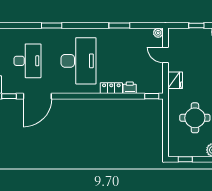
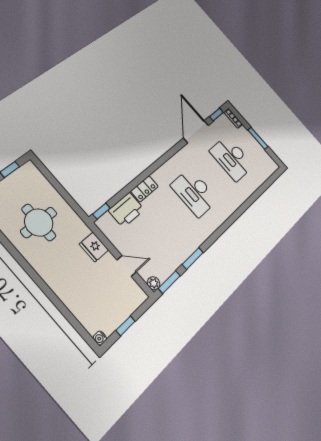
window: (52, 26) -> (169, 282), moved
desk: (79, 61) -> (194, 192), width x0.73, depth x0.77
printer: (130, 88) -> (126, 210), width x1.87, depth x1.48

